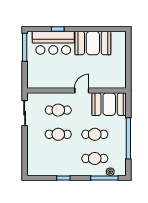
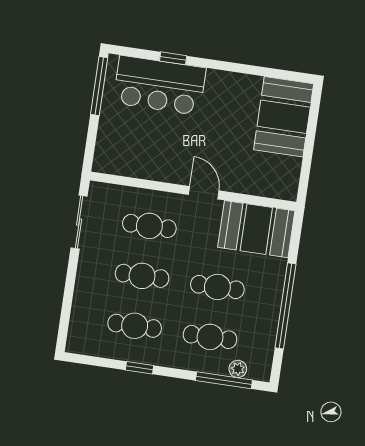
booth: (93, 43) -> (284, 117), moved, turned 90
door: (82, 91) -> (204, 193), hinge flipped
cafe table: (58, 158) -> (135, 326), added

